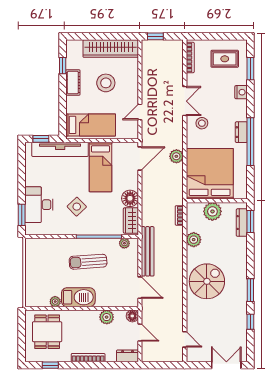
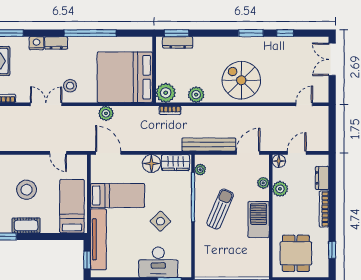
dresser: (241, 132) -> (56, 43), moved
plant: (212, 211) -> (166, 93), moved
sun lounger: (88, 262) -> (220, 209), turned -153
plant: (55, 302) -> (263, 183), moved
dining table: (47, 332) -> (296, 253), turned 90
dresser: (128, 356) -> (322, 178), moved

